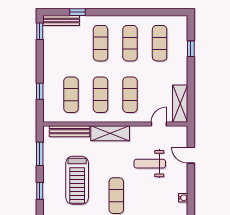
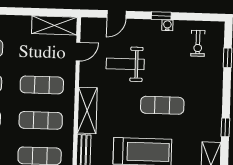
door: (159, 124) -> (78, 52), swing flipped
weight bench: (150, 164) -> (125, 64), turned 90
window: (191, 192) -> (161, 16), added

